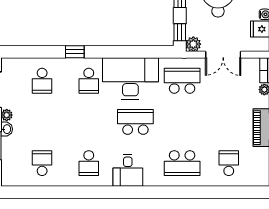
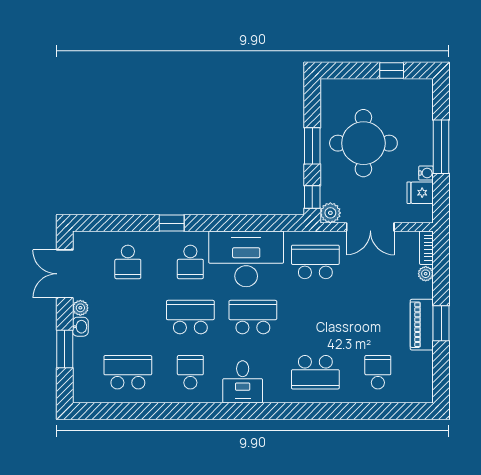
school desk: (89, 122) -> (190, 317), added
school desk: (42, 163) -> (128, 372), width x1.85
school desk: (89, 163) -> (190, 372), turned 180

